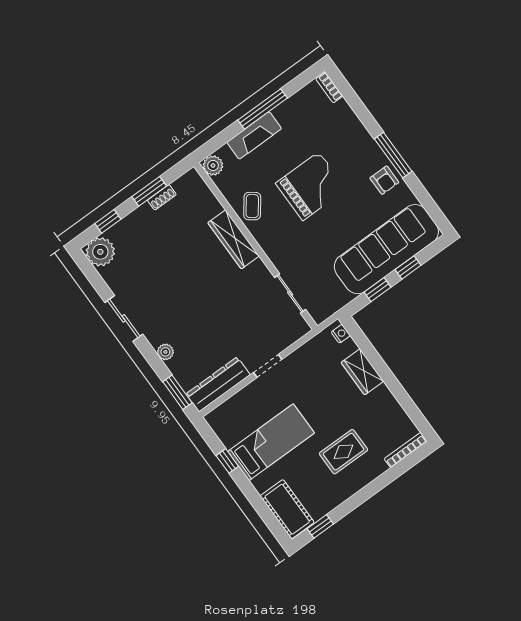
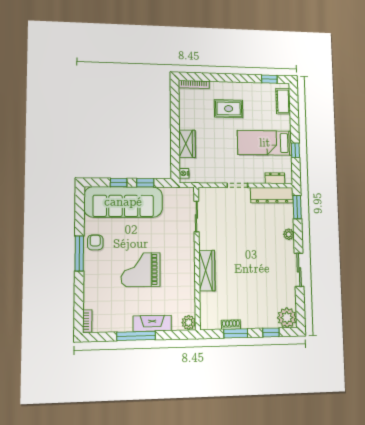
coffee table: (252, 206) -> (183, 282), removed
dresser: (229, 408) -> (275, 178), added
cot: (287, 509) -> (283, 101), width x0.73, depth x0.75

